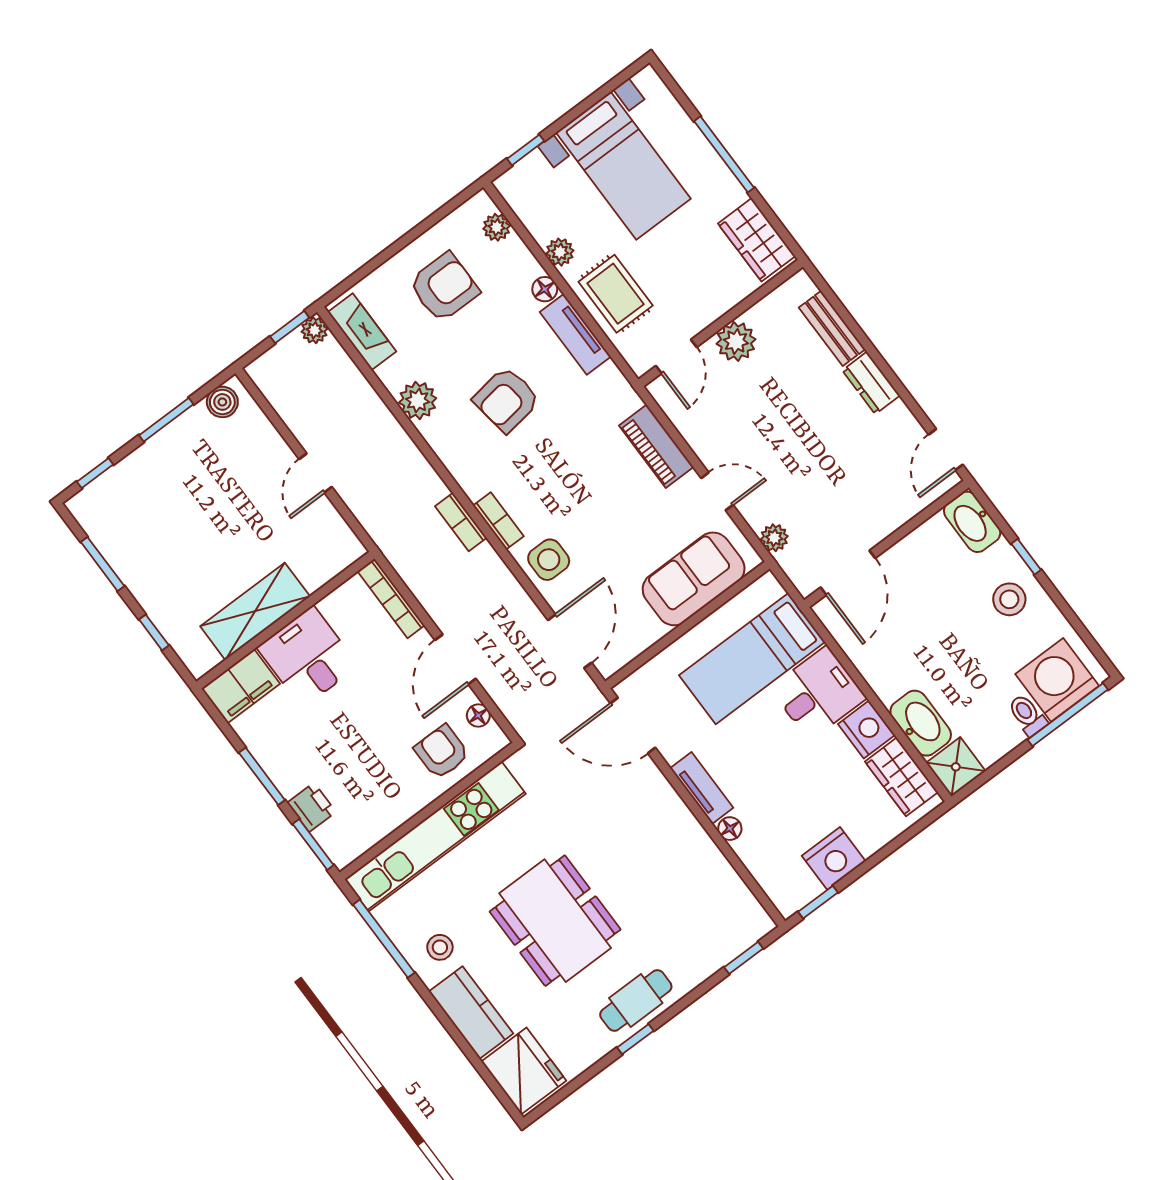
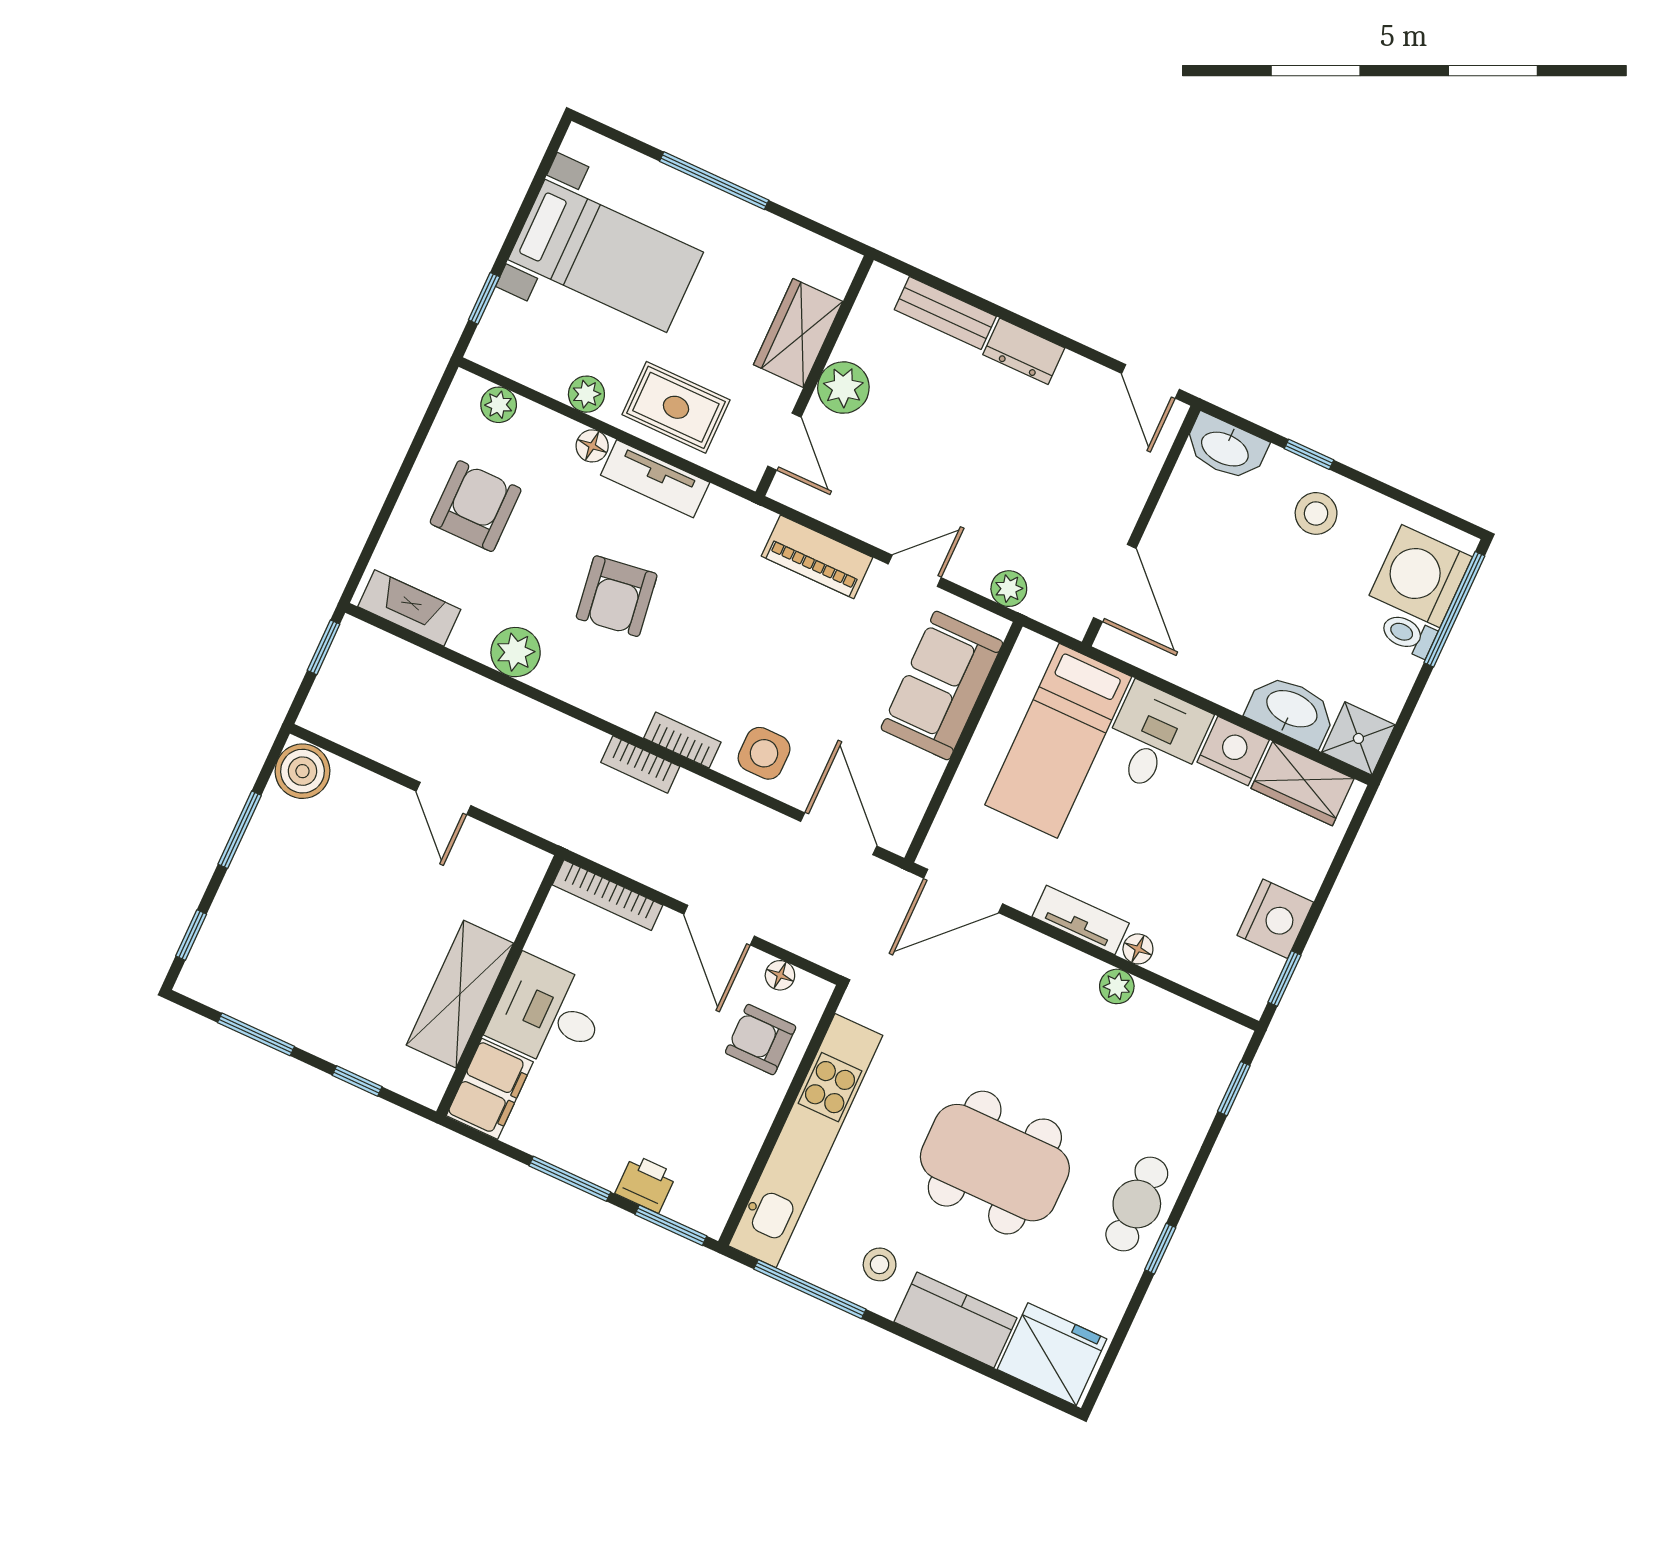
wardrobe: (757, 240) -> (798, 333), moved, turned 90
plant: (314, 330) -> (1117, 986), moved
boiler: (222, 402) -> (302, 771), width x1.36, depth x1.36

